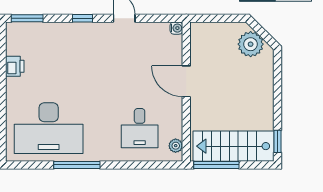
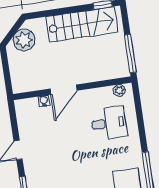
water cooler: (176, 28) -> (44, 101), moved
stairs: (233, 146) -> (82, 24), moved, turned -90

